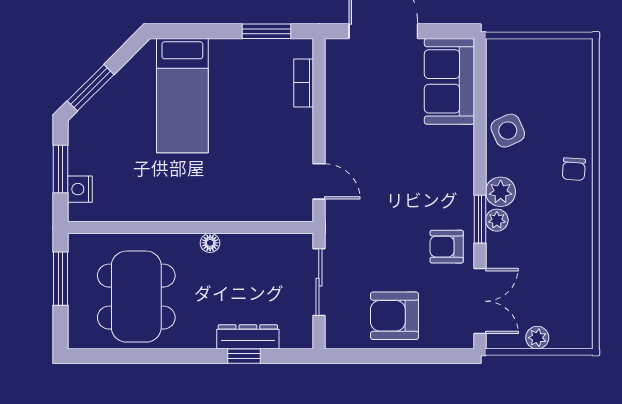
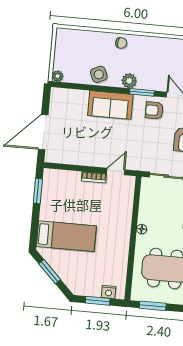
sofa: (449, 81) -> (110, 105), moved
bookcase: (304, 83) -> (94, 177), moved
window: (91, 88) -> (50, 272), moved
plant: (497, 220) -> (58, 76), moved
armchair: (447, 247) -> (154, 110), turned 90

